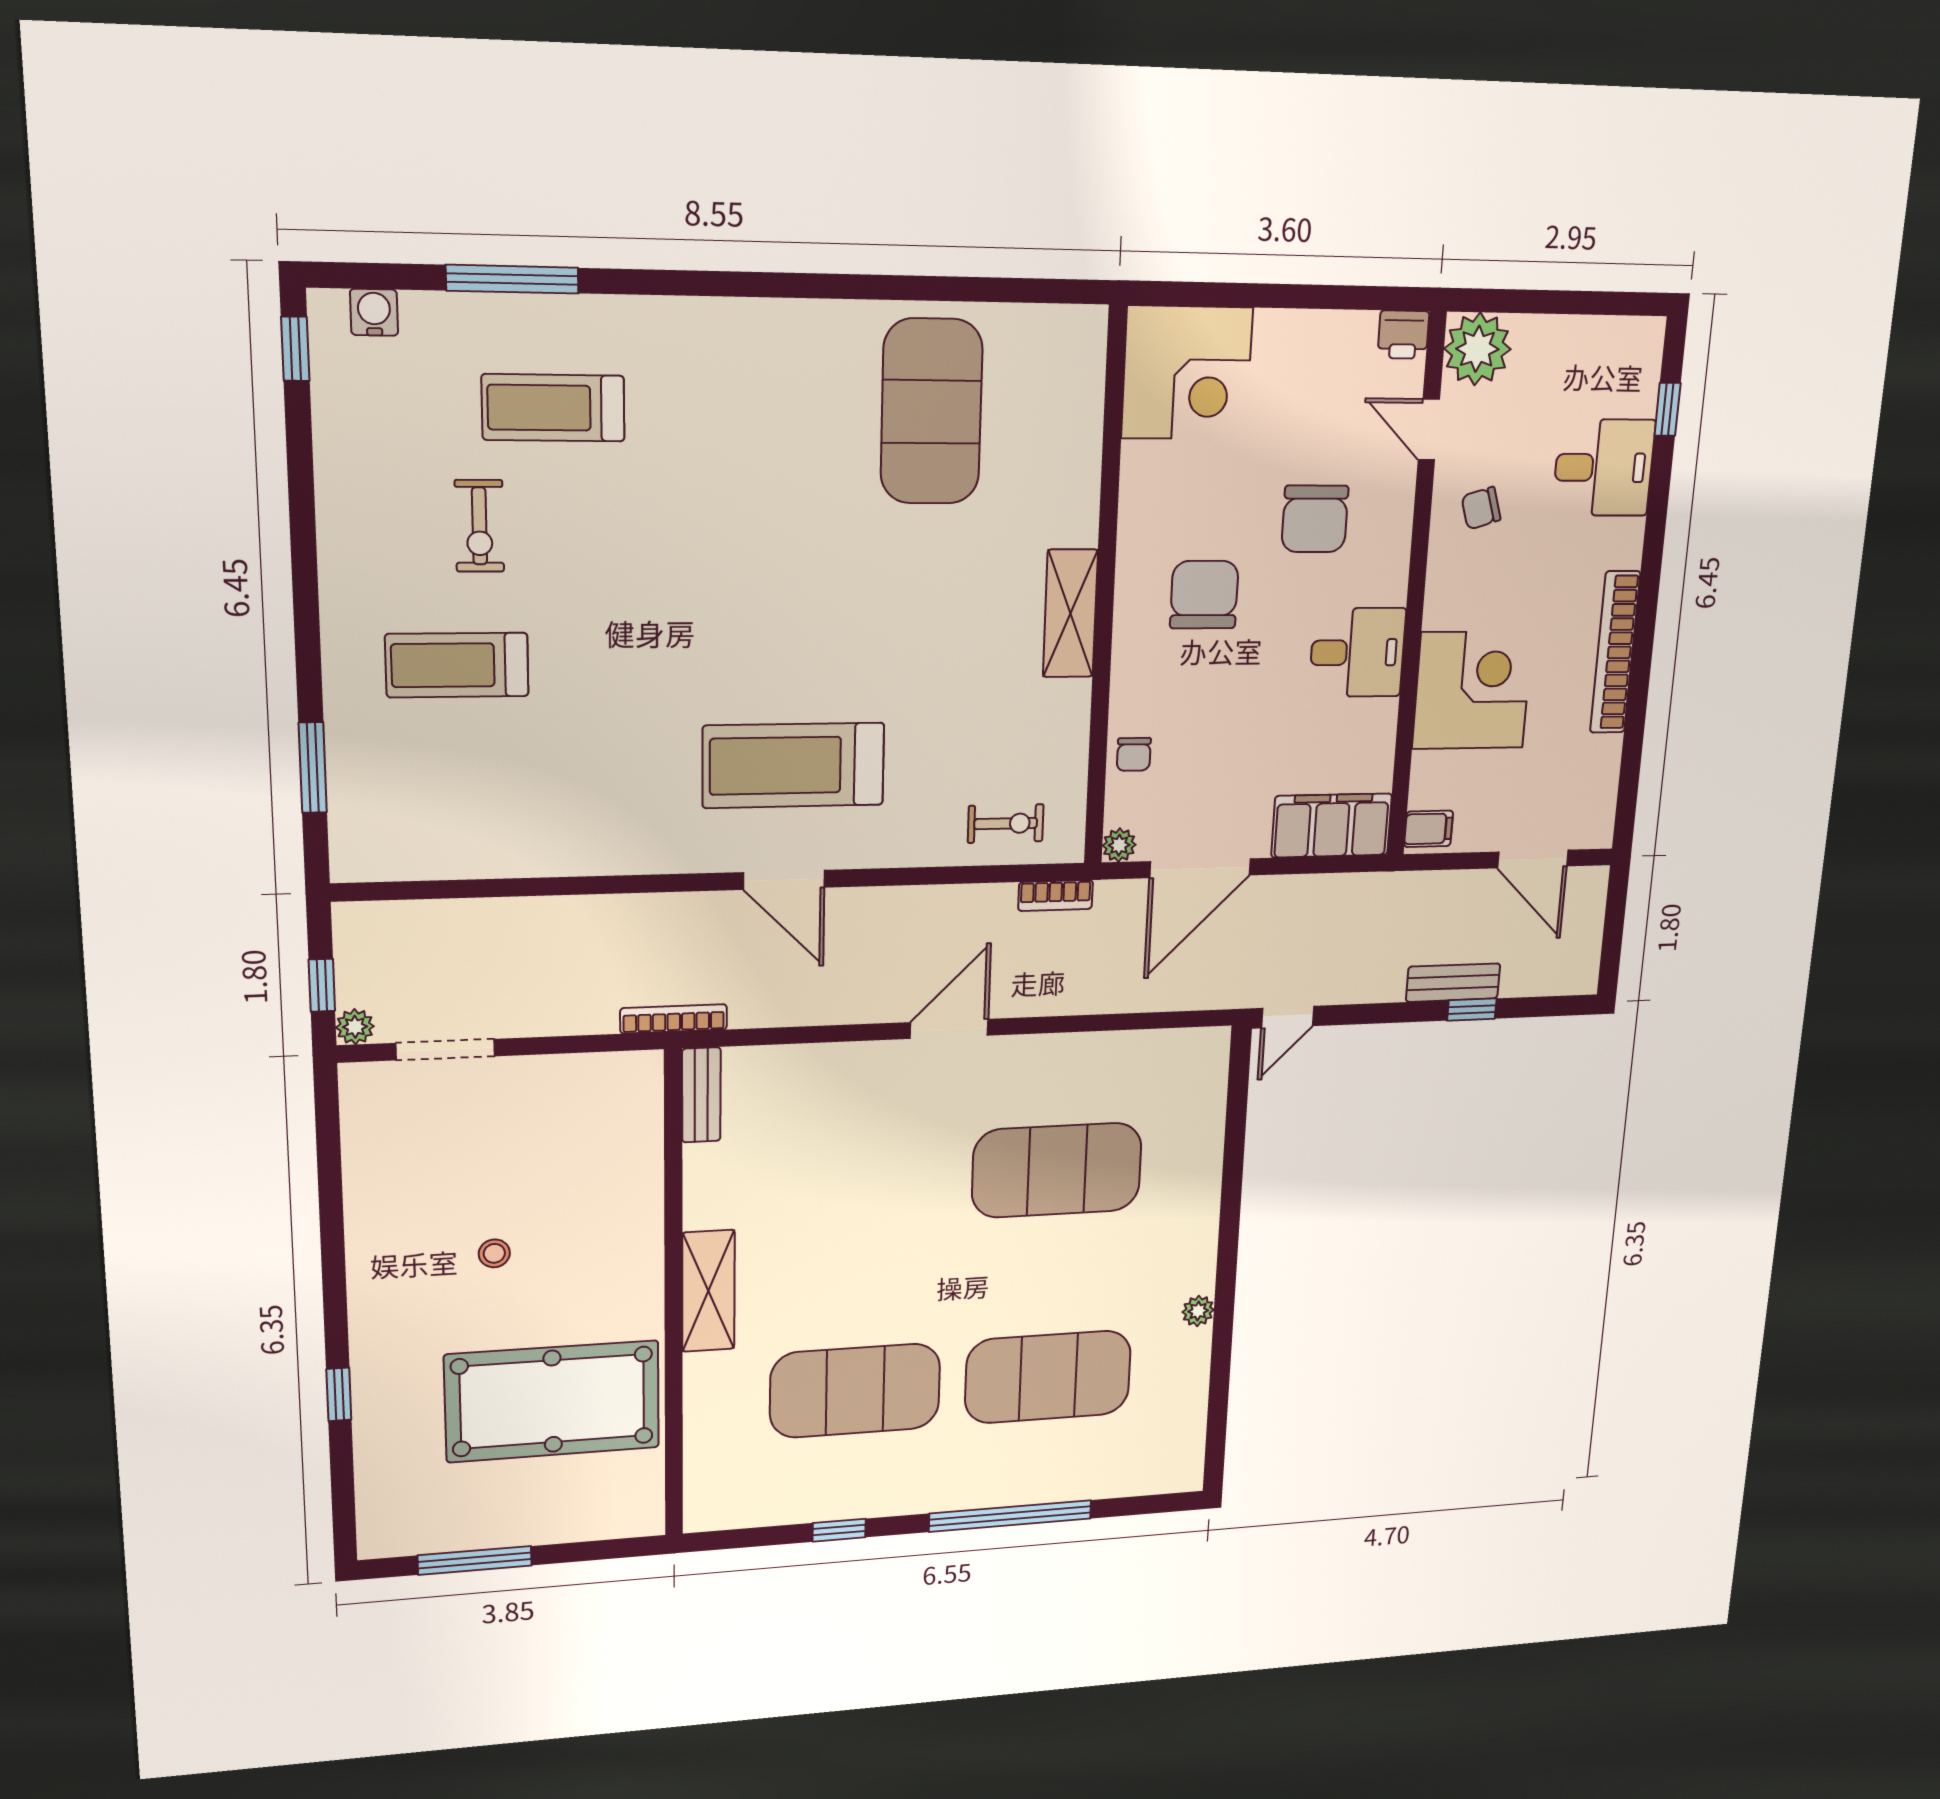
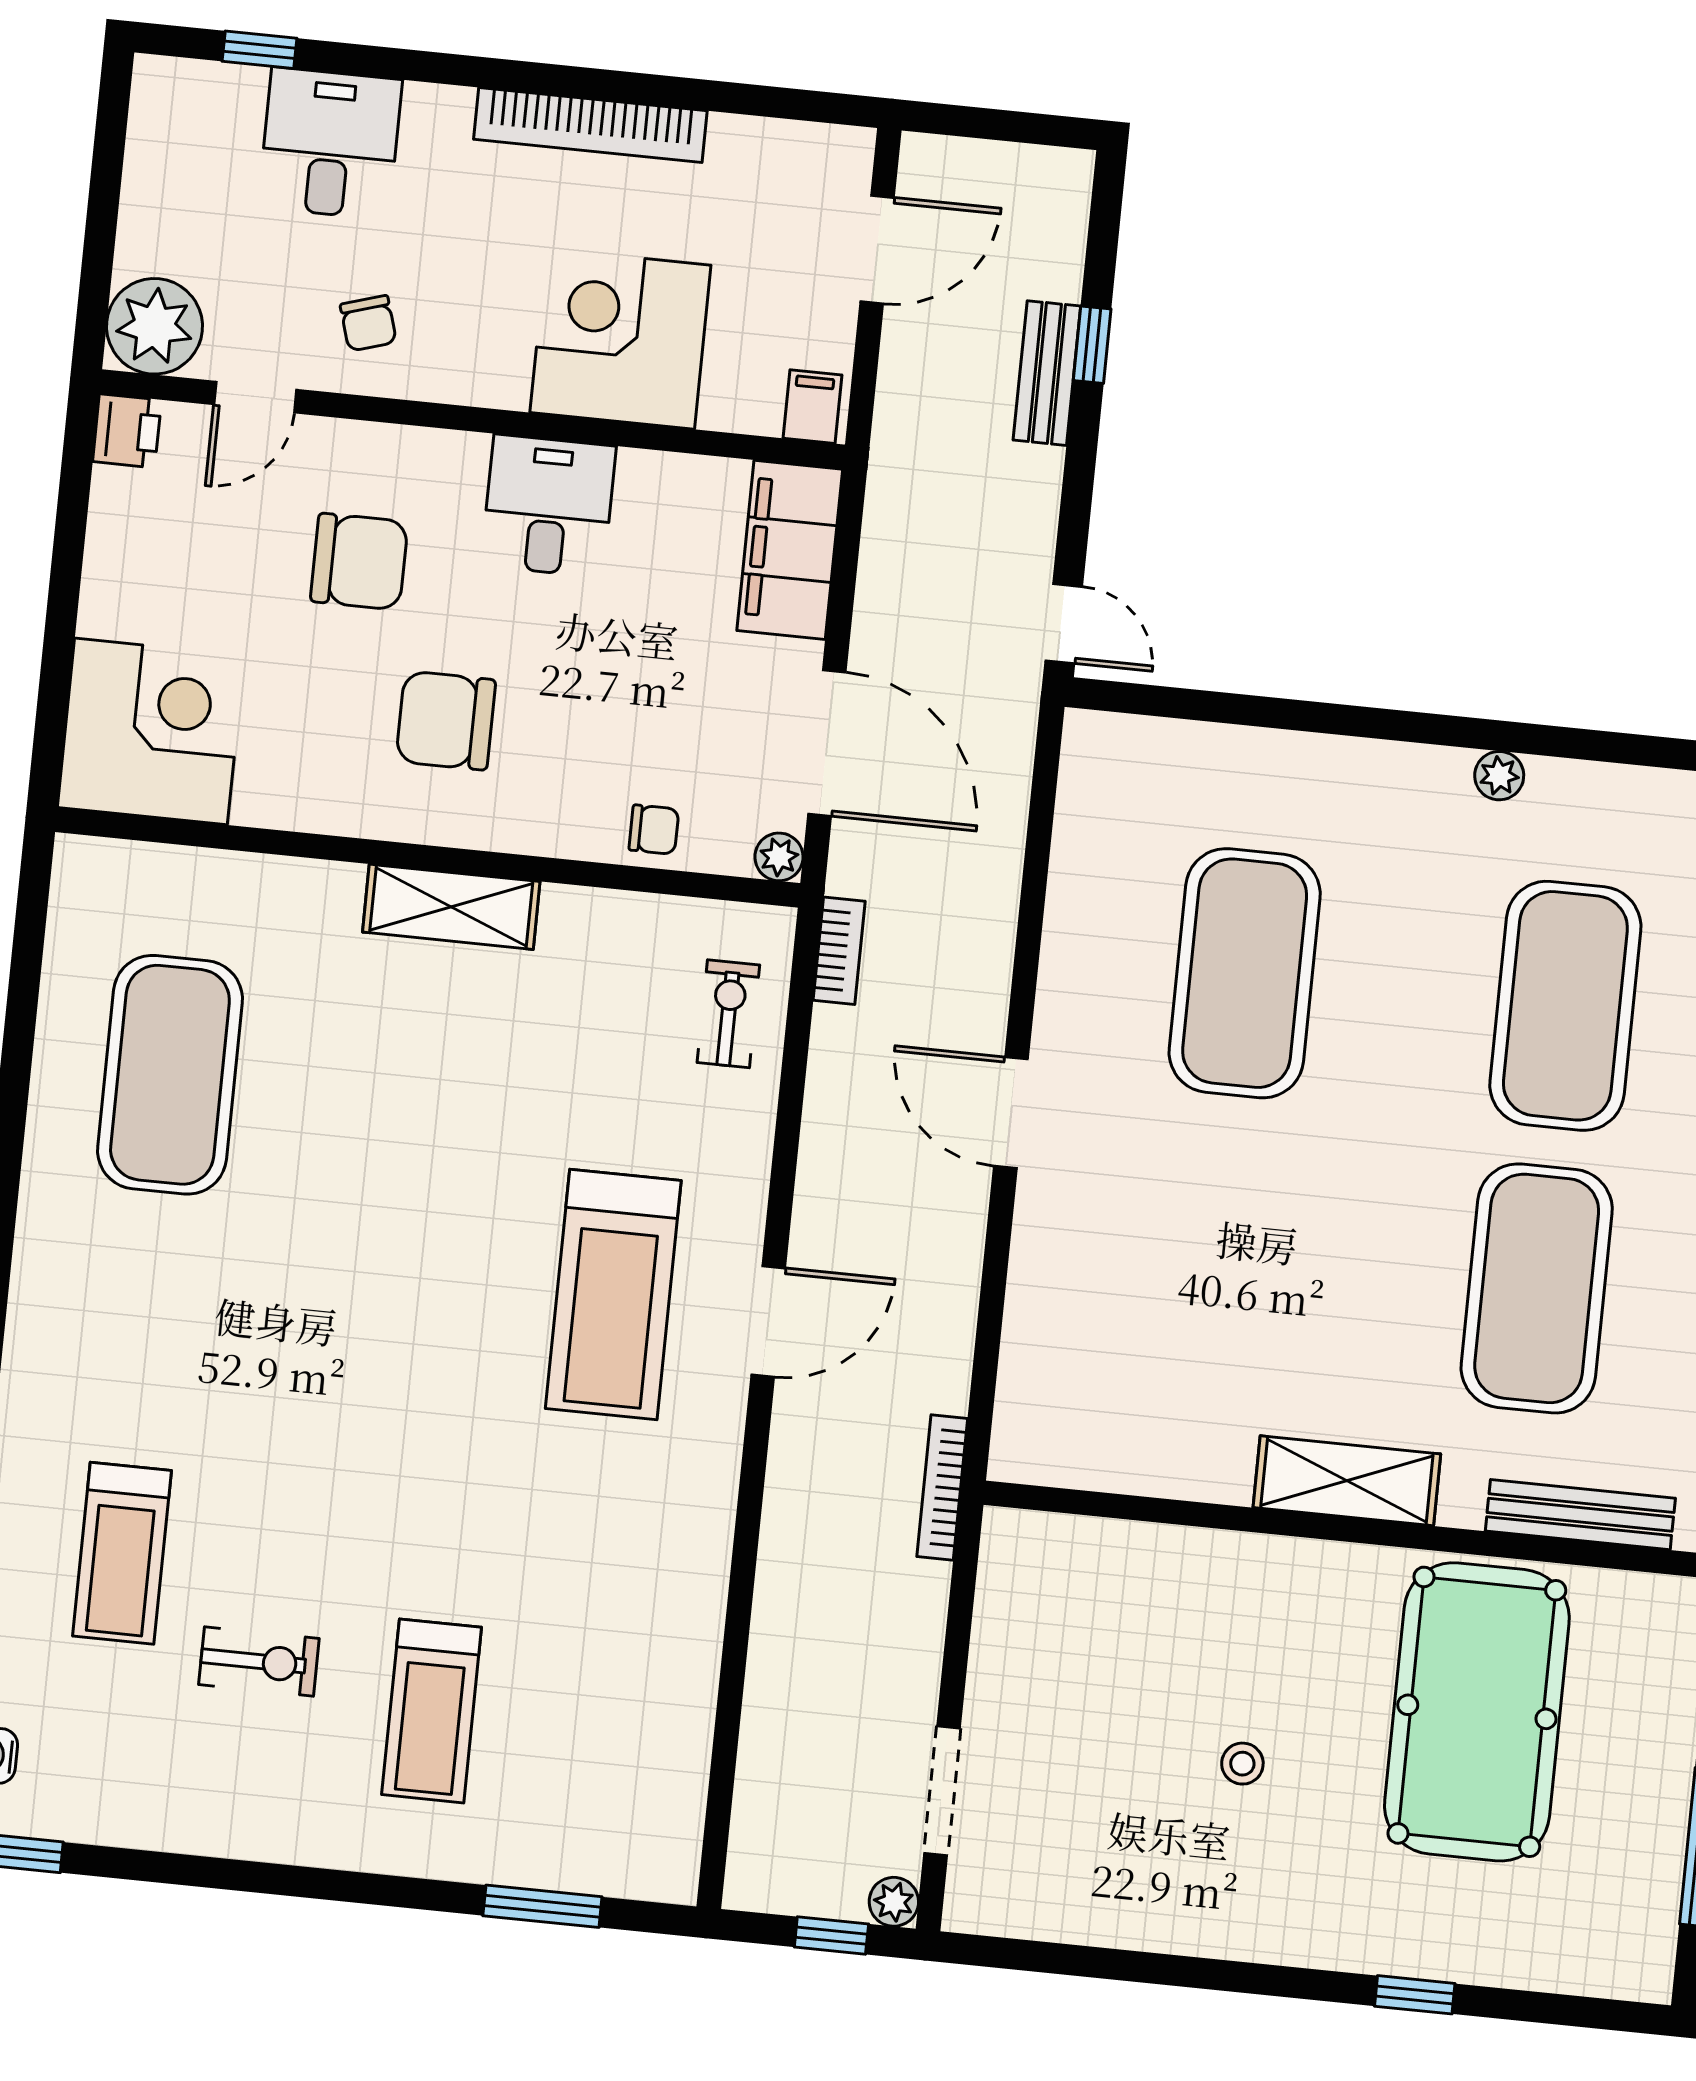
exercise mat: (932, 412) -> (170, 1075), turned 90
bench: (701, 1095) -> (1580, 1515), moved, width x1.36

